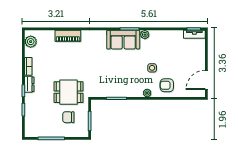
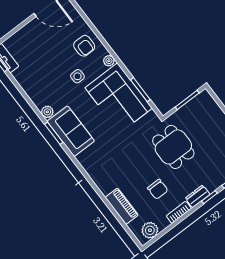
piano: (68, 36) -> (122, 206), moved
corner sofa: (121, 82) -> (119, 98), added
chair: (68, 117) -> (158, 189), moved

